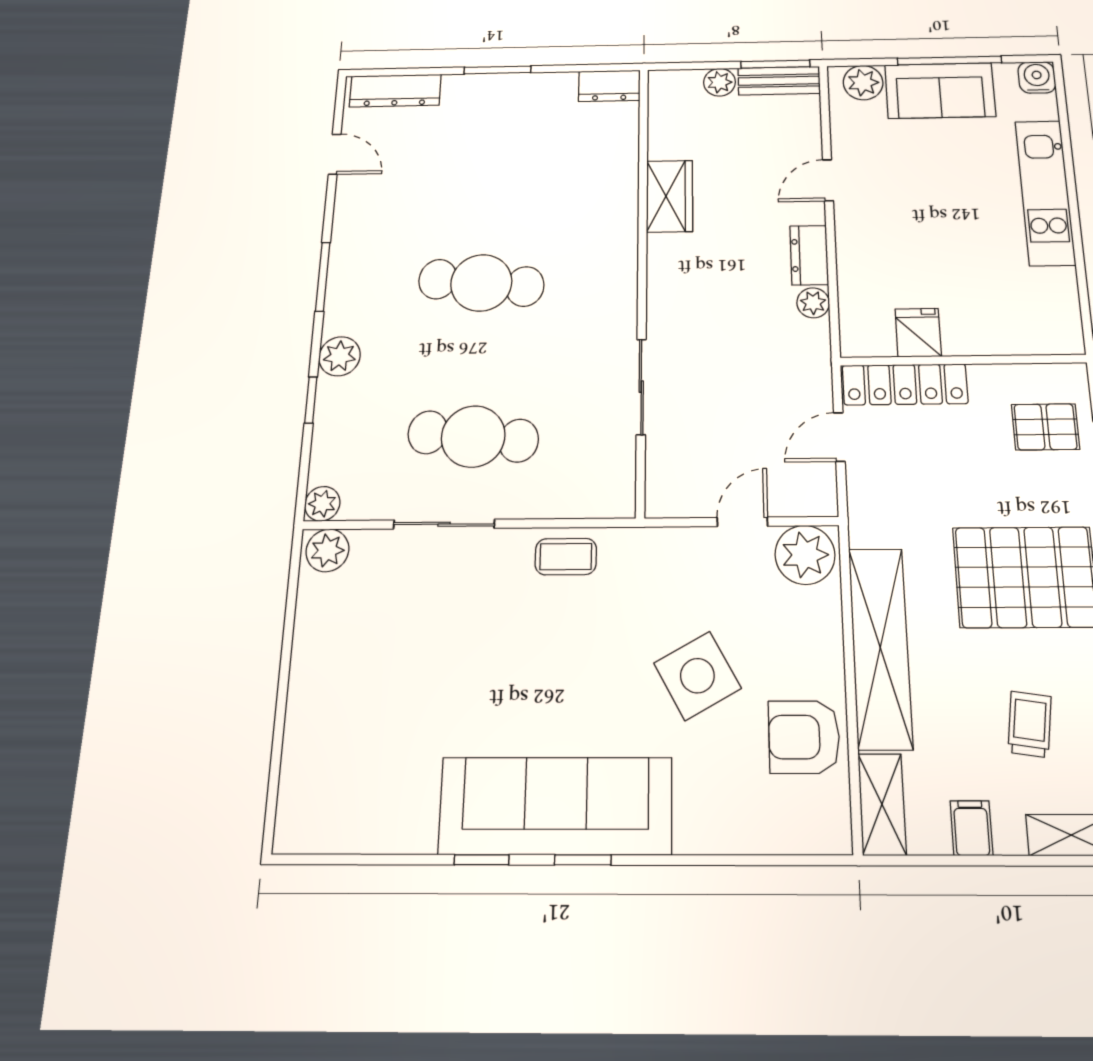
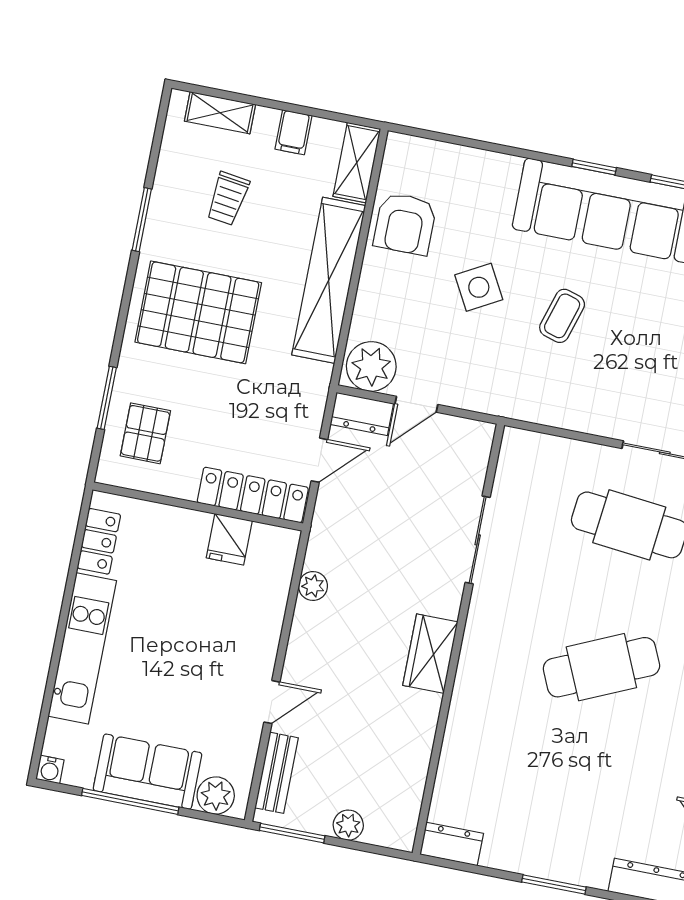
water cooler: (1037, 77) -> (50, 770), width x0.72, depth x0.72
bench: (779, 81) -> (277, 773), moved, turned 90
wardrobe: (670, 196) -> (430, 654), moved
dresser: (809, 255) -> (362, 414), moved, turned 90
cafe table: (481, 283) -> (601, 667), turned -30
locker: (1061, 302) -> (99, 541), added
pallet: (1045, 427) -> (145, 433), turned 90
coffee table: (566, 557) -> (562, 316), moved, turned -73
side table: (697, 676) -> (479, 287), width x0.73, depth x0.73
armchair: (804, 737) -> (405, 224), turned 90

